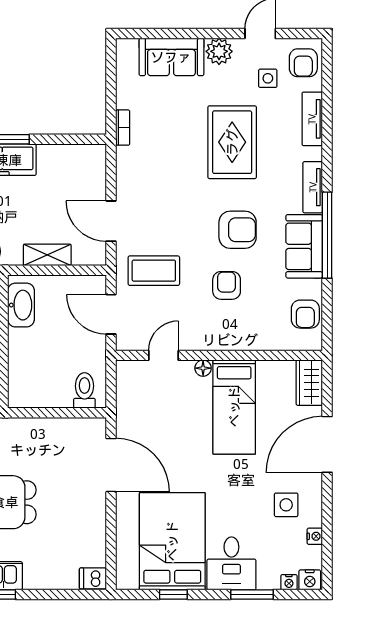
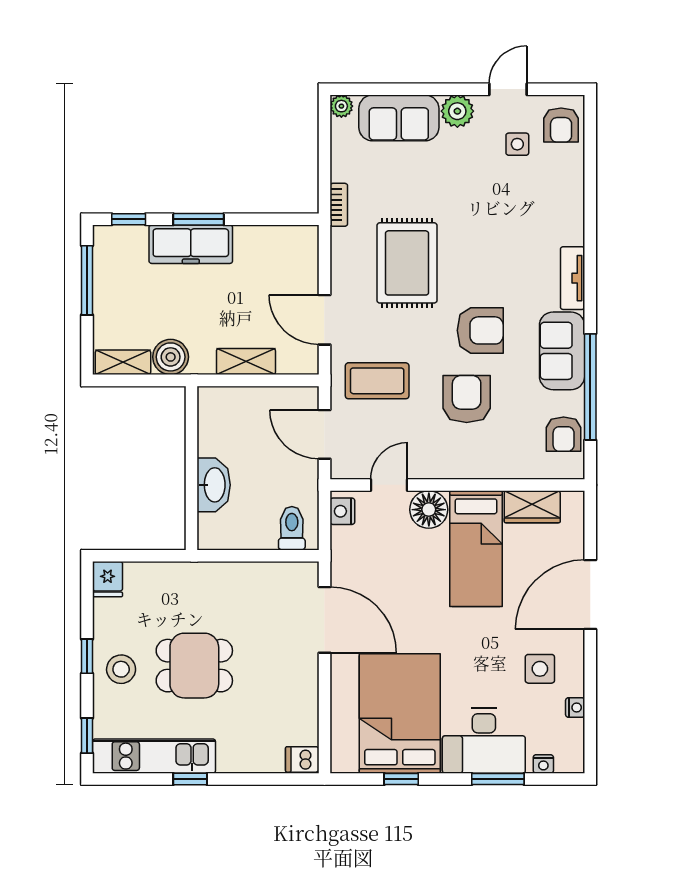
plant: (125, 47) -> (341, 106), added
tv unit: (312, 119) -> (572, 194), removed
rug: (232, 142) -> (407, 263), moved
window: (327, 235) -> (590, 387), moved
armchair: (227, 285) -> (467, 399), width x1.38, depth x1.38
washbasin: (21, 305) -> (214, 485), moved
floor lamp: (203, 368) -> (429, 510), width x1.89, depth x1.89
wardrobe: (309, 383) -> (532, 507), moved, turned -90
desk: (231, 563) -> (484, 741), width x1.37
nightstand: (310, 580) -> (342, 511), moved, turned 90

